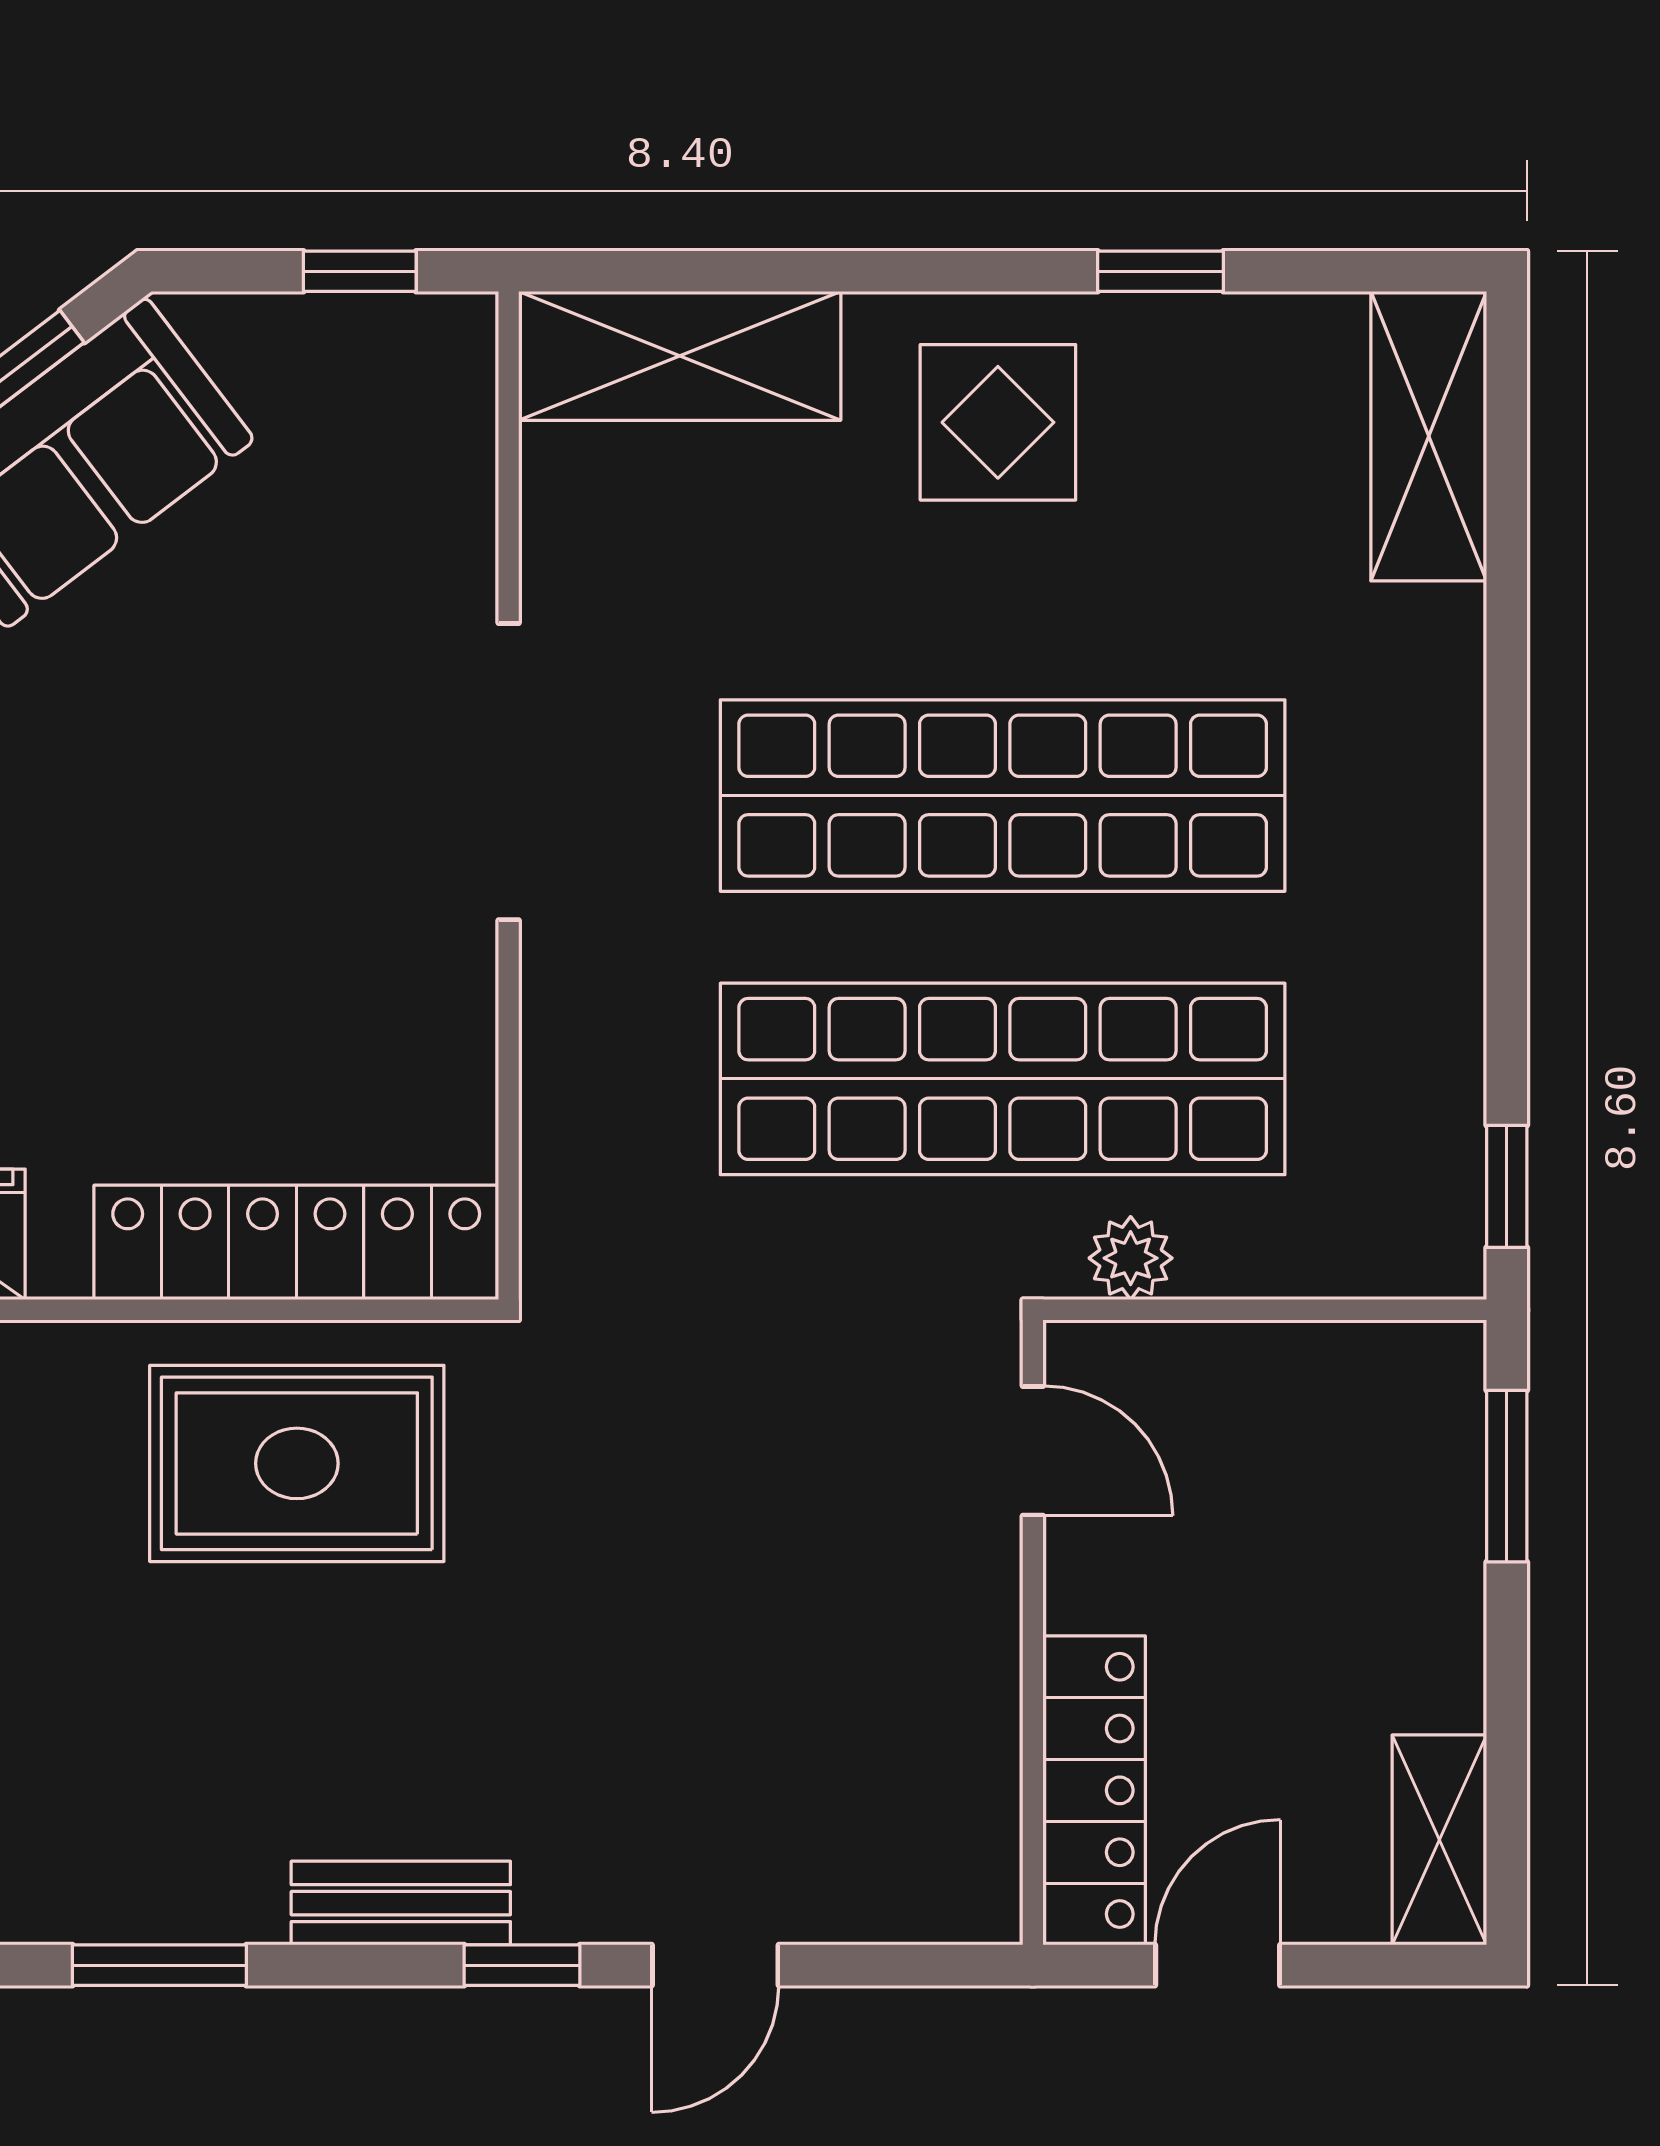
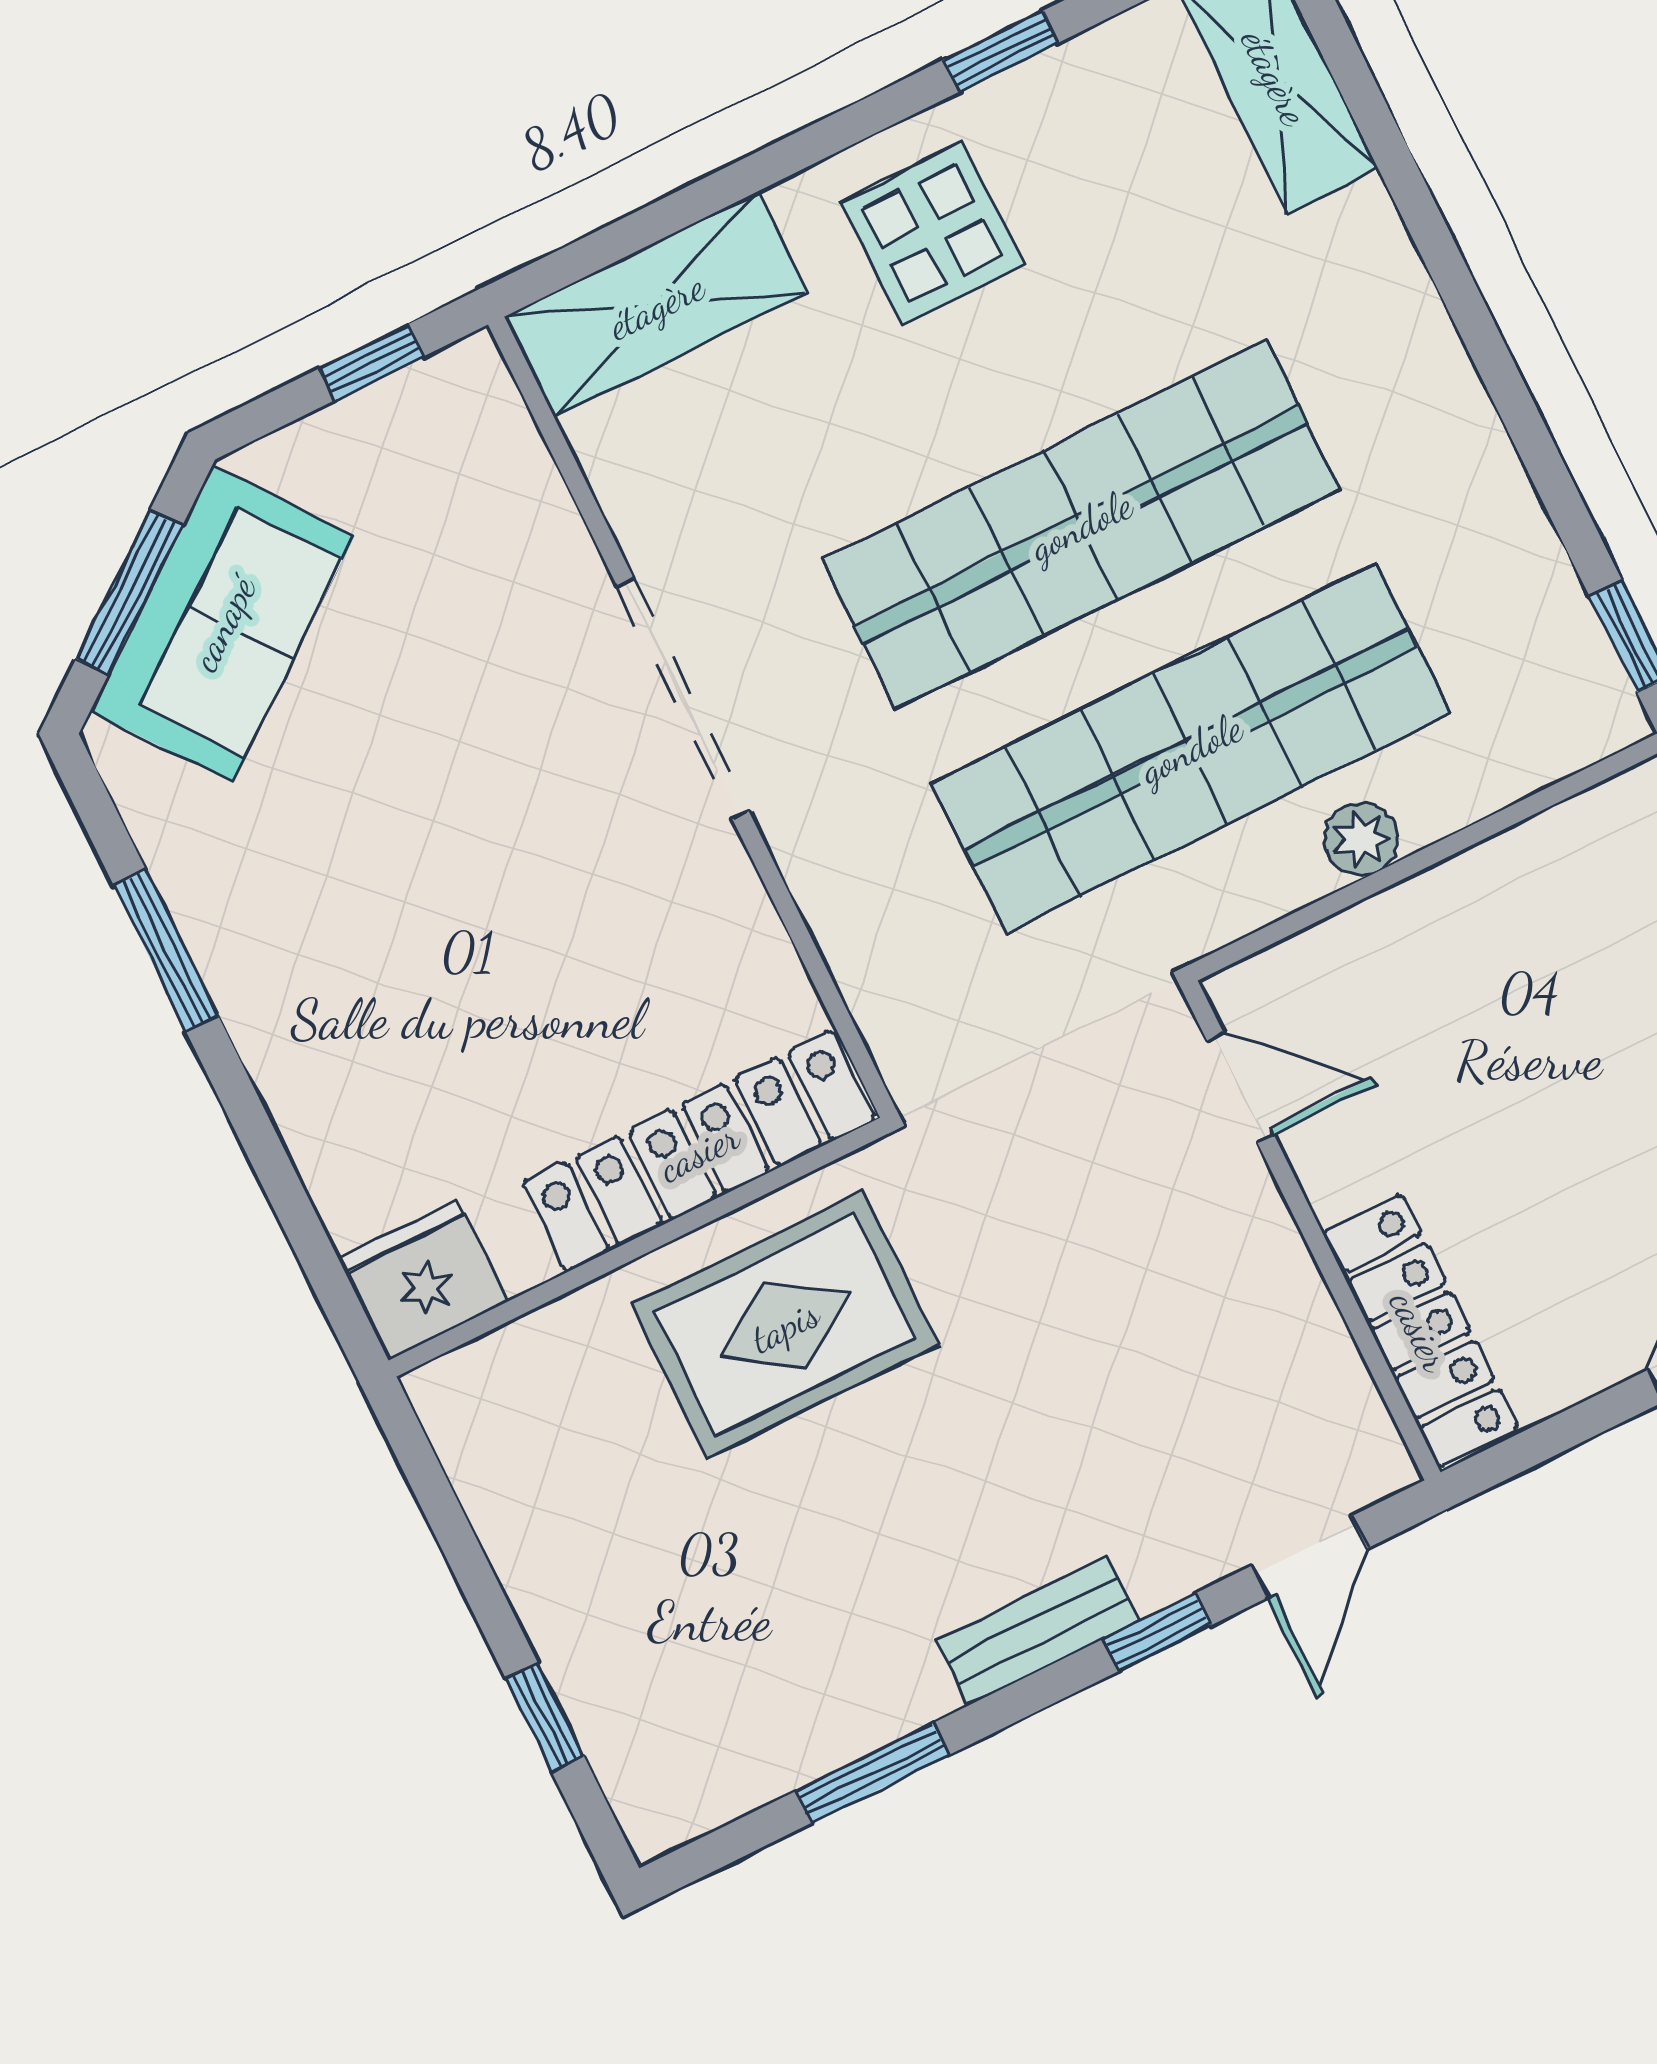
door: (1033, 1451) -> (1240, 1088), moved
wall: (1033, 1632) -> (1311, 1230), moved
locker: (1094, 1790) -> (1421, 1331), moved

